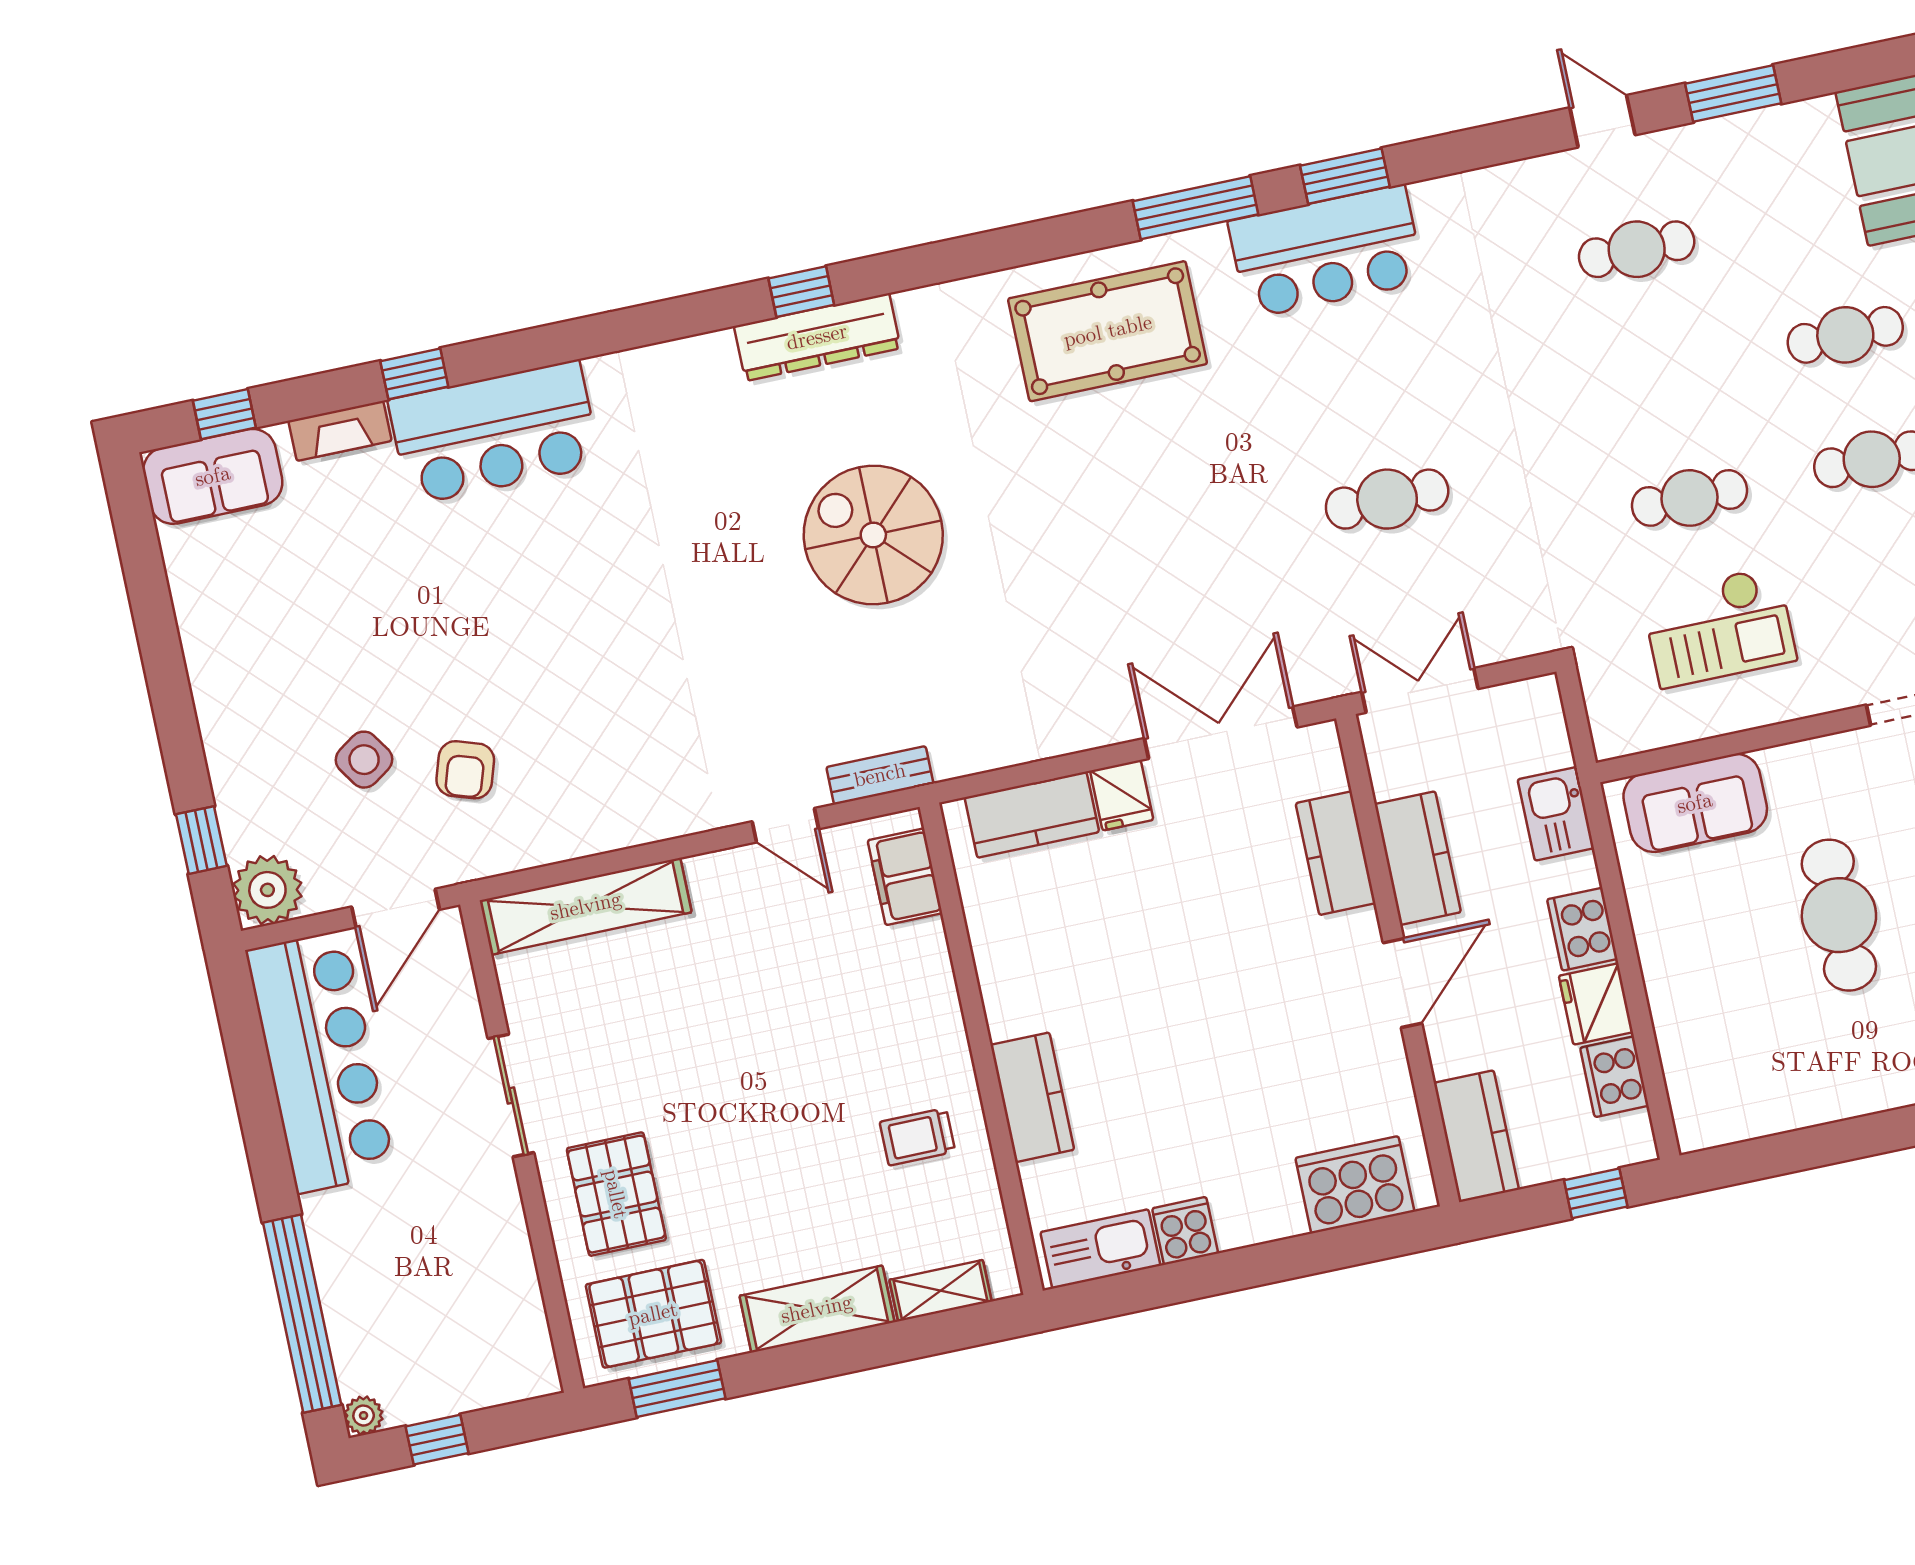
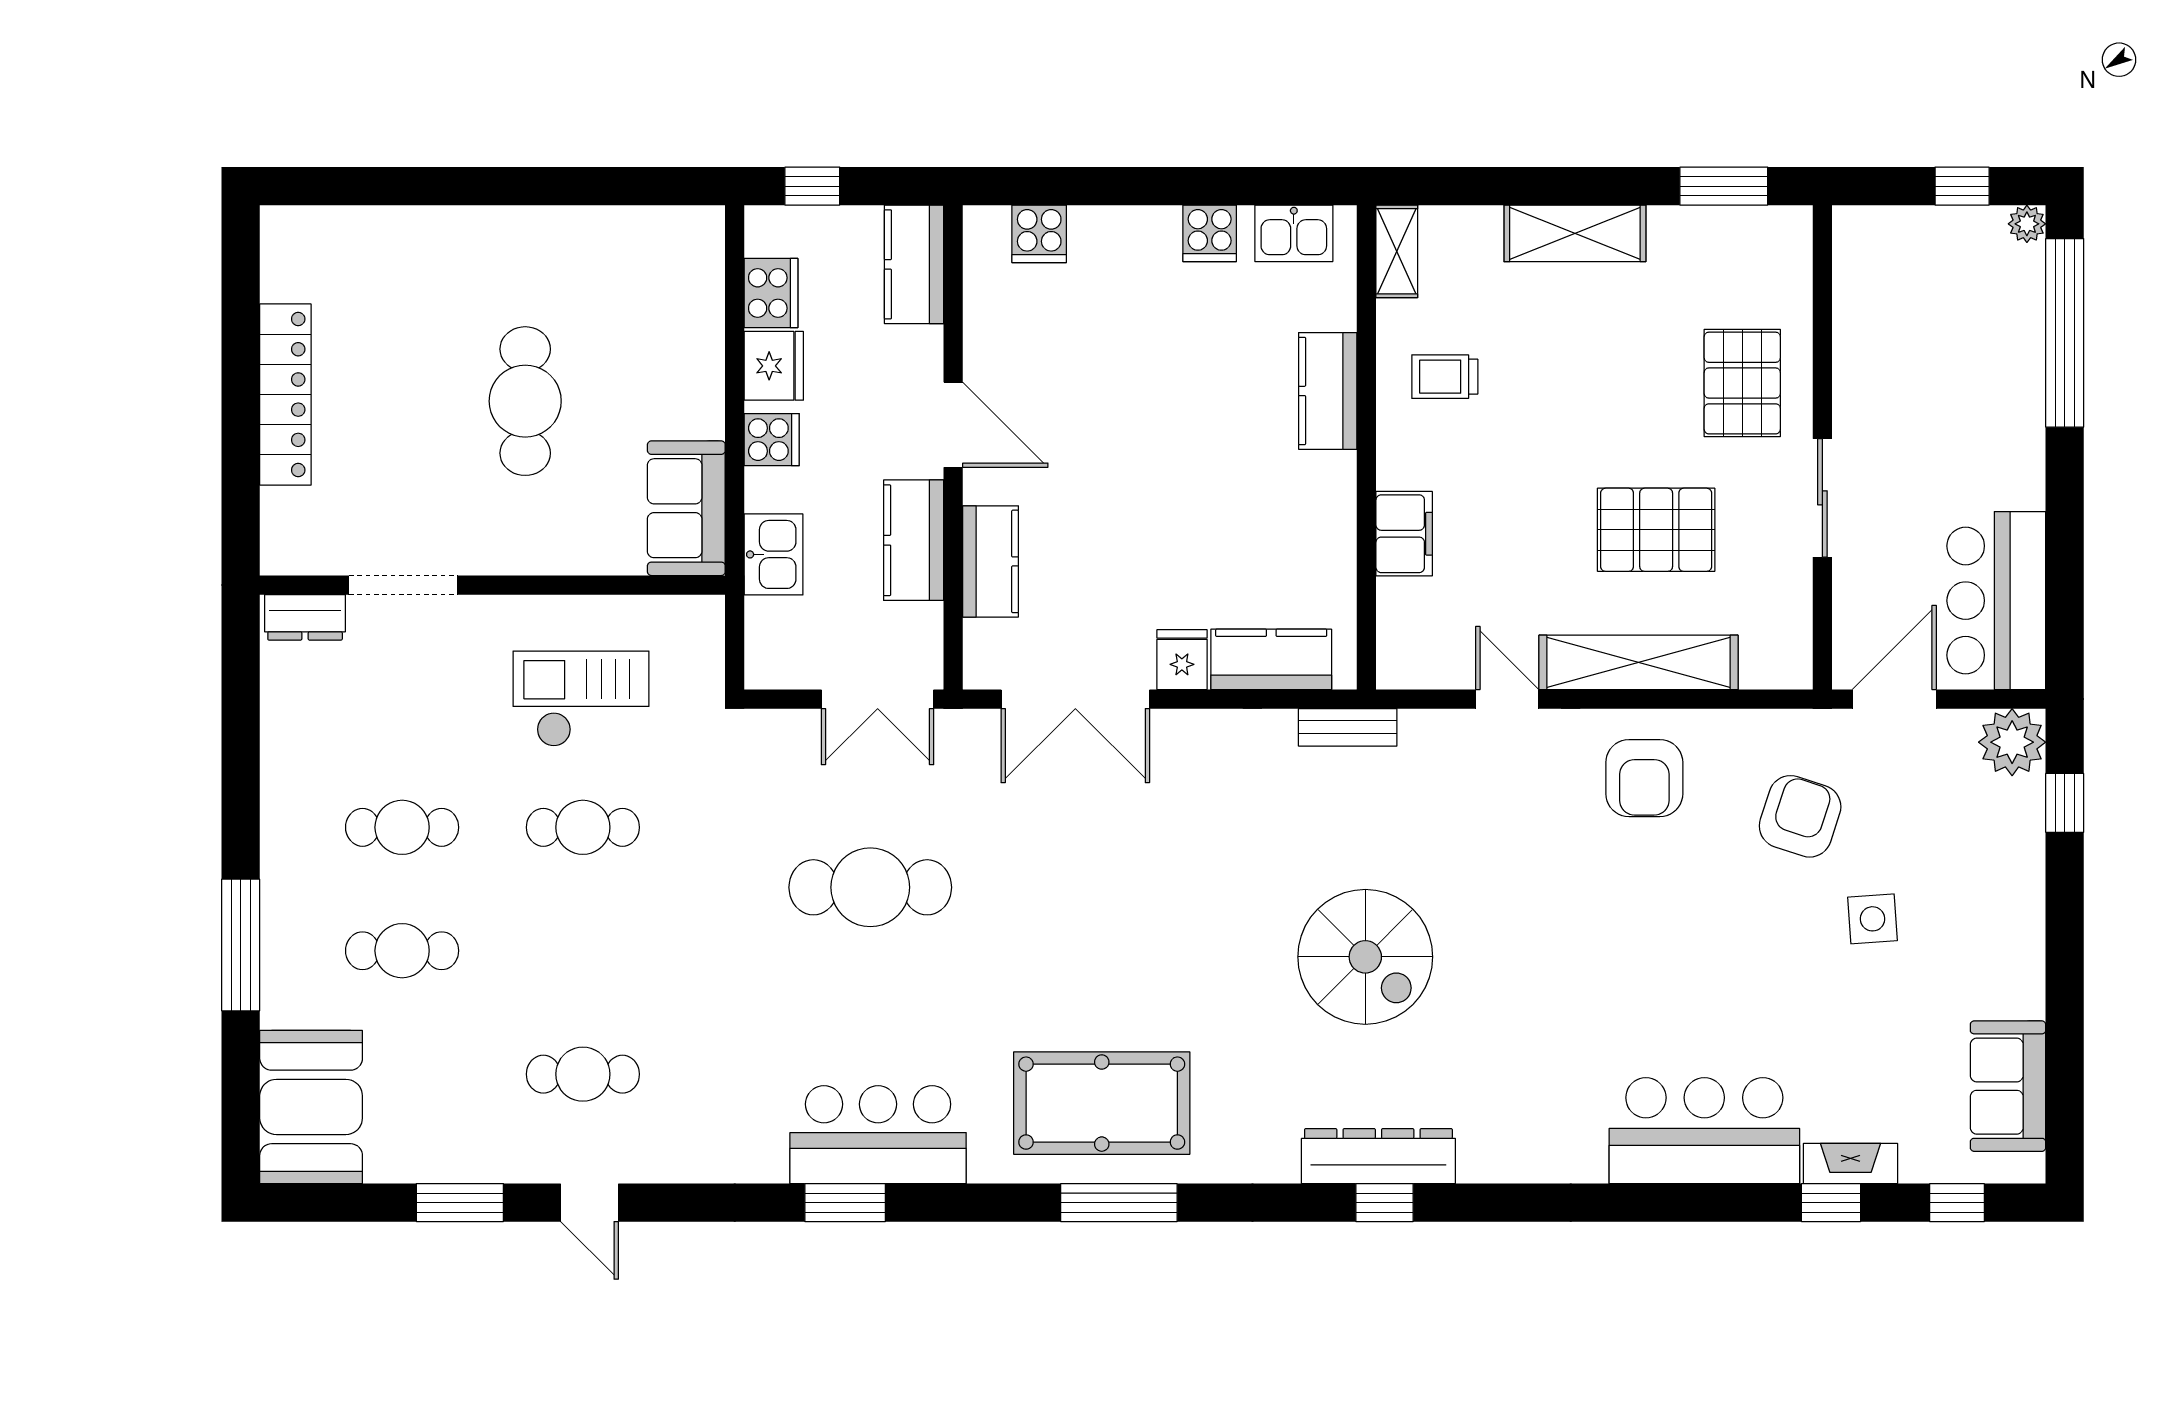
window: (1196, 208) -> (1119, 1203), moved
window: (414, 374) -> (1831, 1203), moved
sofa: (213, 476) -> (2008, 1086), moved, turned -90
cafe table: (1387, 499) -> (870, 887), width x1.37, depth x1.35
side table: (364, 760) -> (1873, 919), moved, turned 30
armchair: (465, 770) -> (1800, 816), width x1.38, depth x1.38
armchair: (630, 775) -> (1644, 778), added
bench: (880, 775) -> (1348, 727), moved
sofa: (1695, 803) -> (686, 508), moved, turned -90
filing cabinet: (905, 877) -> (1404, 534), moved
shelving: (586, 906) -> (1639, 662), moved
cooker: (1582, 929) -> (772, 440), width x0.73
door: (1403, 983) -> (953, 425), swing flipped
bar counter: (321, 1062) -> (1996, 601), width x0.73
trolley: (917, 1137) -> (1445, 377), turned 180
cooker: (1355, 1185) -> (1039, 234), width x0.53, depth x0.76
kitchen sink: (1100, 1249) -> (1294, 233), width x0.73
shelving: (940, 1291) -> (1397, 251), moved, turned 90
pallet: (653, 1314) -> (1656, 530), moved

